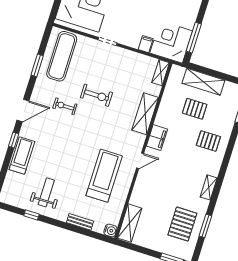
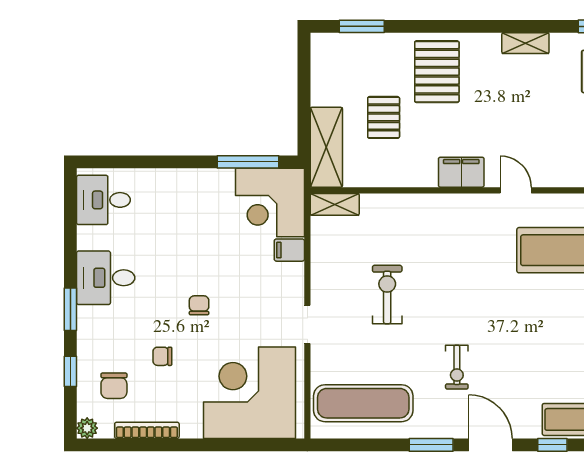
window: (37, 65) -> (431, 445), moved
shelving: (203, 82) -> (326, 147), moved
exercise bike: (96, 95) -> (387, 295), moved
shelving: (145, 114) -> (423, 209), removed
pallet: (208, 141) -> (437, 72), width x1.50, depth x1.42

